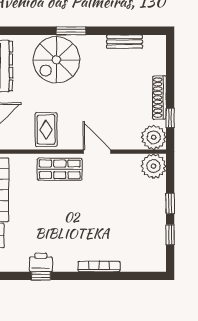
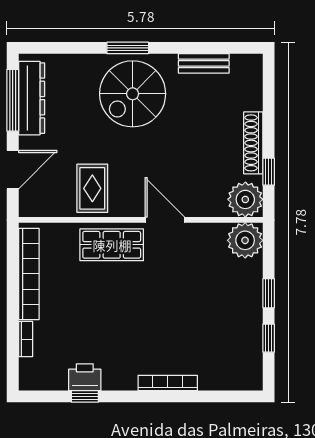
spiral stairs: (56, 60) -> (133, 94), moved

